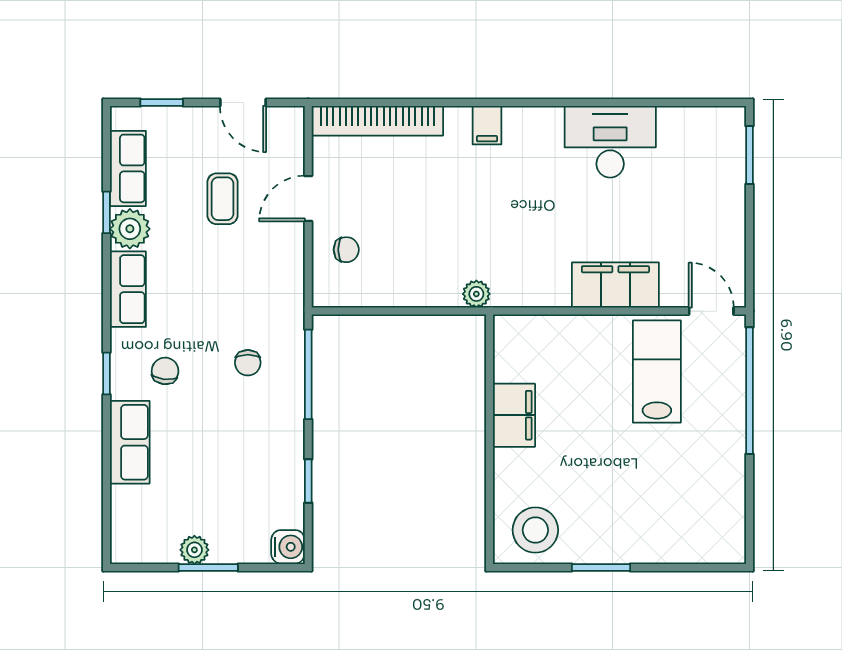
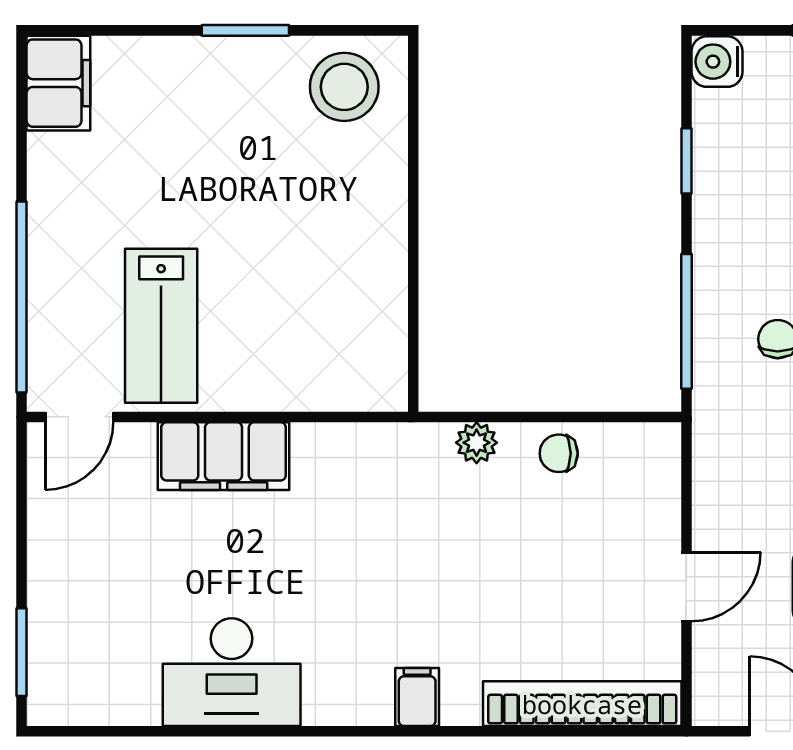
chair: (346, 250) -> (559, 453), moved
plant: (476, 294) -> (477, 443), moved
door: (711, 311) -> (79, 417), hinge flipped
filing cabinet: (514, 415) -> (58, 83), moved, turned 180

